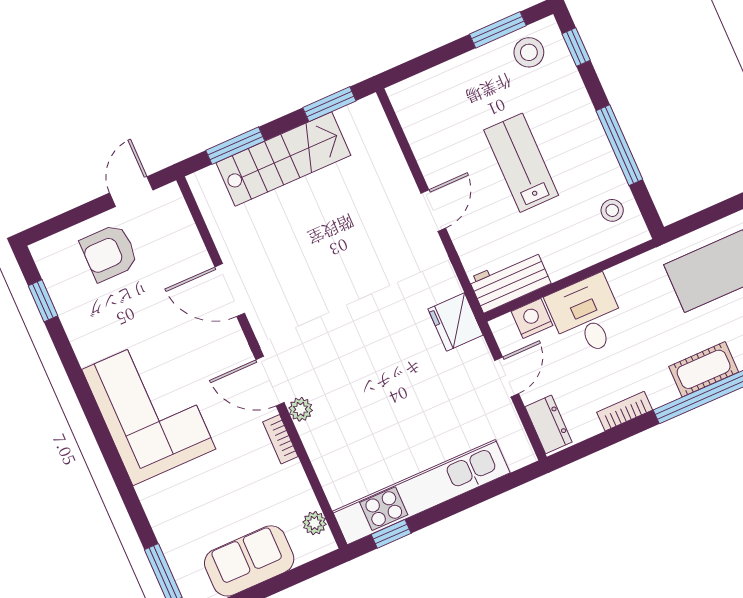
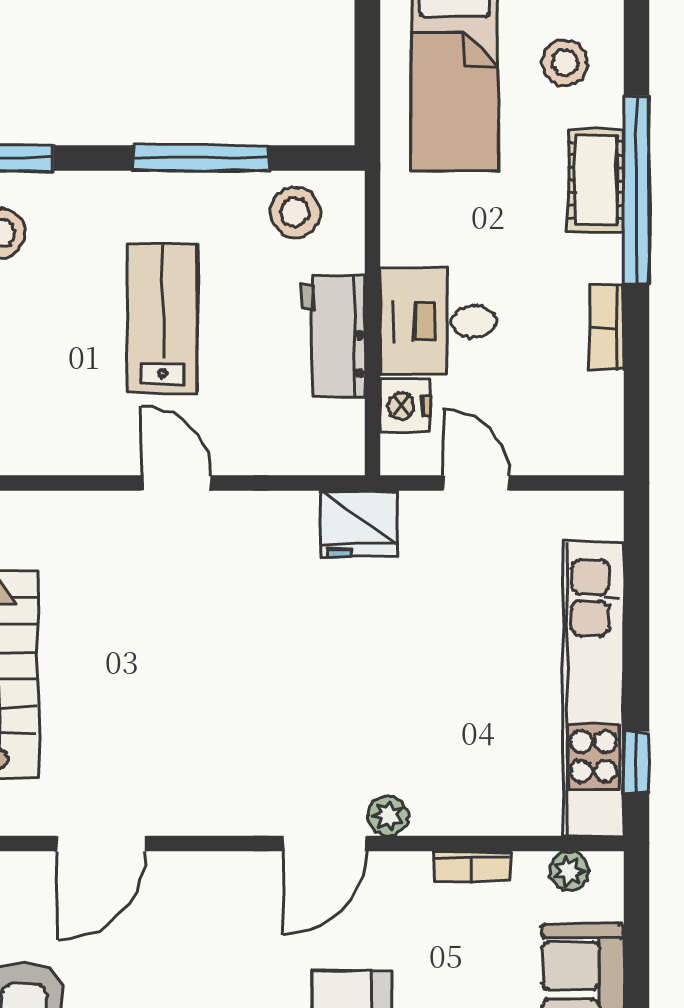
lab bench: (521, 163) -> (162, 318), turned 90
stool: (612, 210) -> (295, 212), width x1.37, depth x1.37
workbench: (510, 281) -> (333, 336), moved
door: (230, 290) -> (101, 843), moved
dresser: (548, 424) -> (576, 451), removed
bookcase: (280, 439) -> (472, 866), moved

